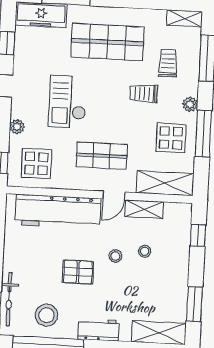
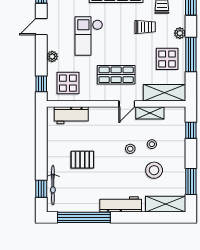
trolley: (144, 94) -> (145, 27), turned 180
workbench: (58, 212) -> (71, 115), width x0.53, depth x0.76
pallet: (78, 272) -> (82, 160), moved
stool: (46, 315) -> (154, 170), moved
workbench: (99, 330) -> (121, 204), width x1.38

